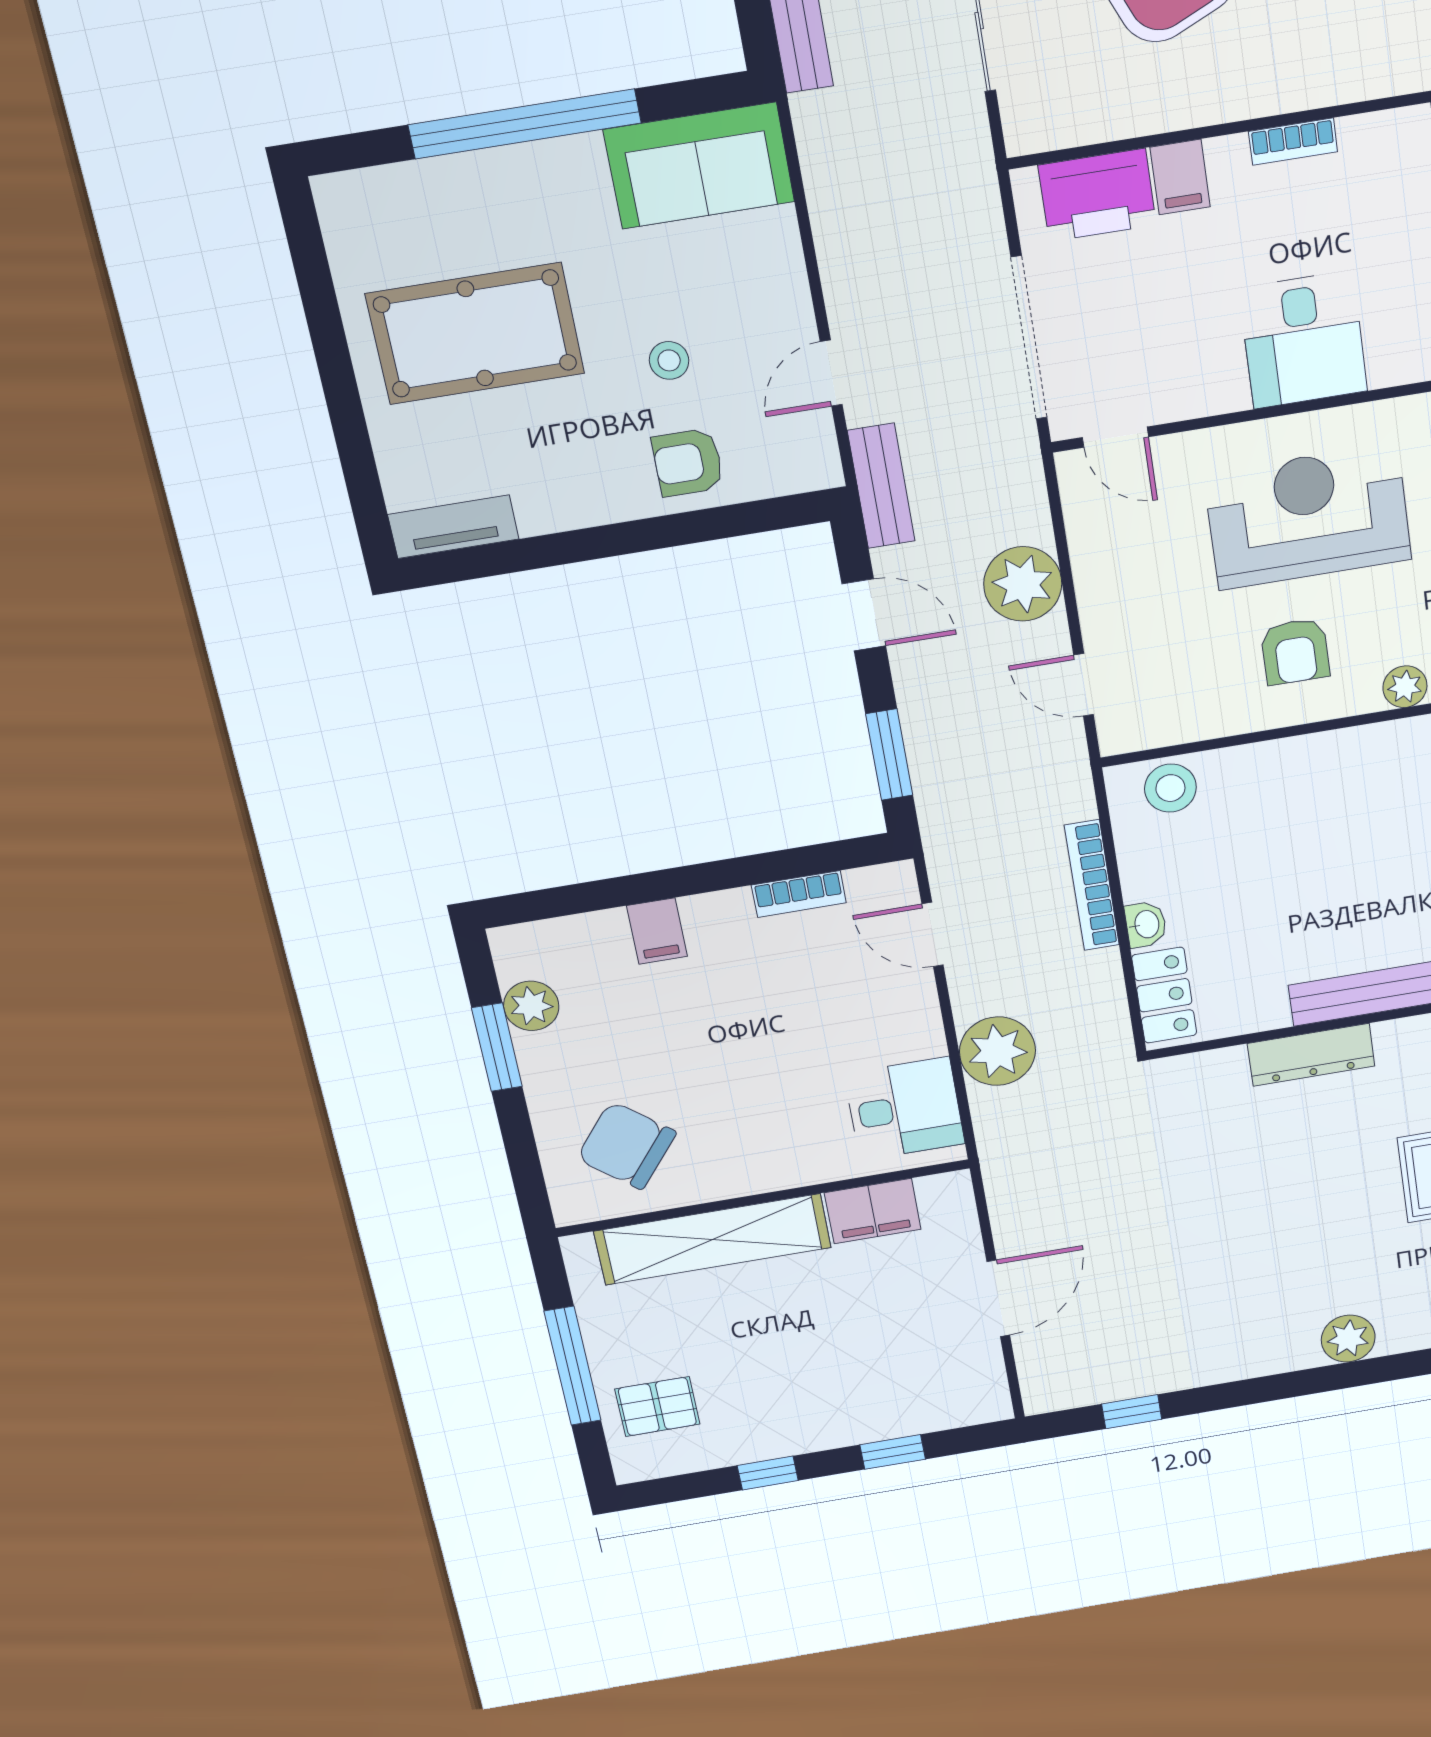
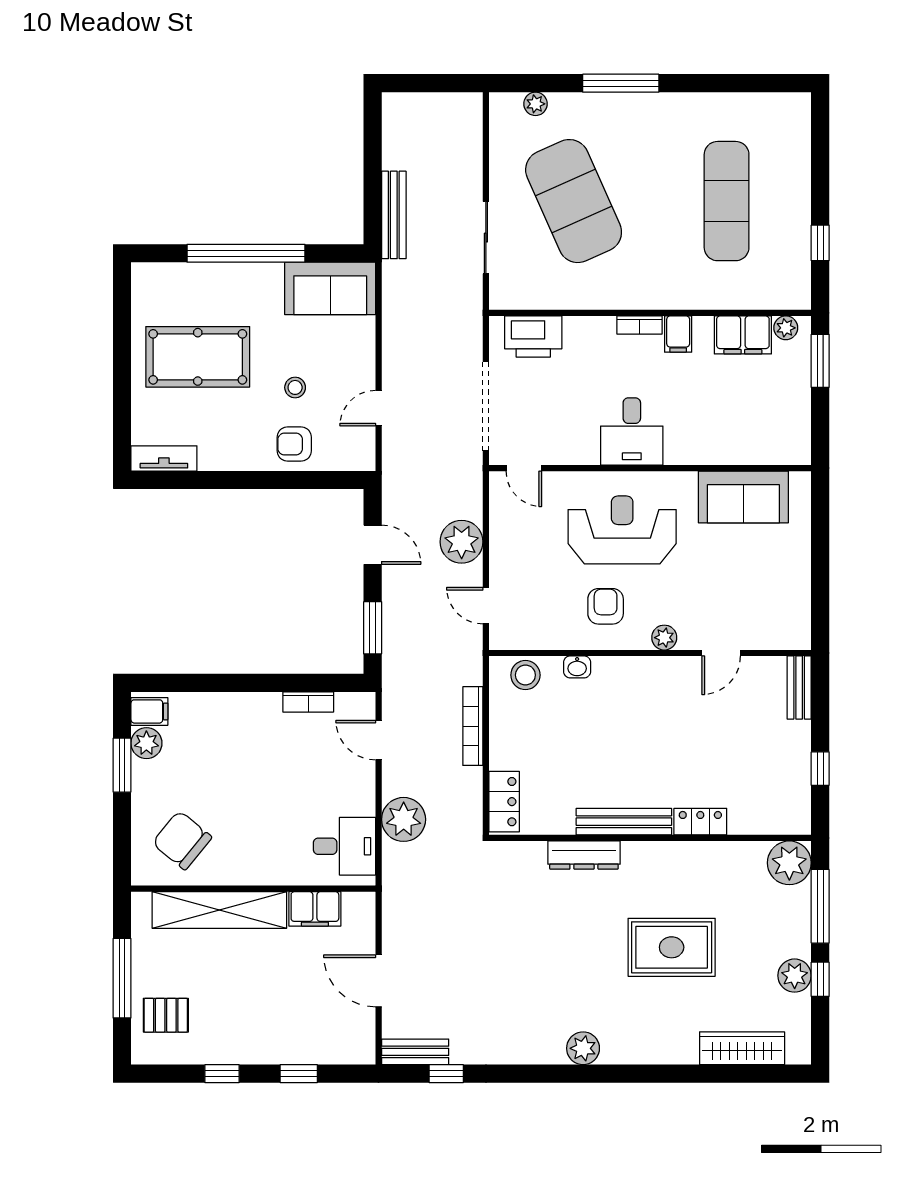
filing cabinet: (1180, 177) -> (678, 334), moved
bench: (881, 486) -> (415, 1052), moved, turned 90
armchair: (1295, 651) -> (606, 606), turned 180
washbasin: (1146, 924) -> (577, 667), moved, turned 90
filing cabinet: (657, 931) -> (149, 711), moved, turned -90
door: (998, 1298) -> (379, 981), swing flipped

